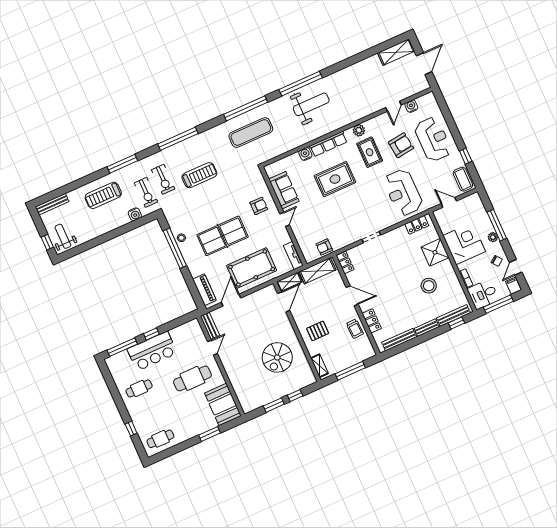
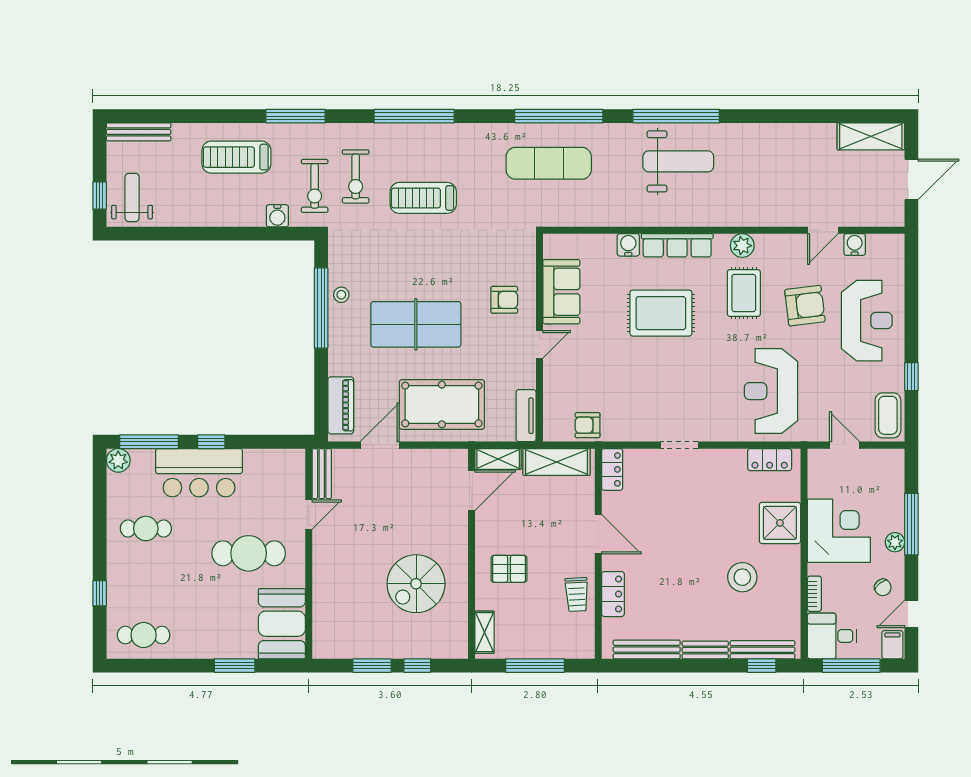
treadmill: (199, 175) -> (423, 198), turned 180
plant: (112, 362) -> (118, 460), added

